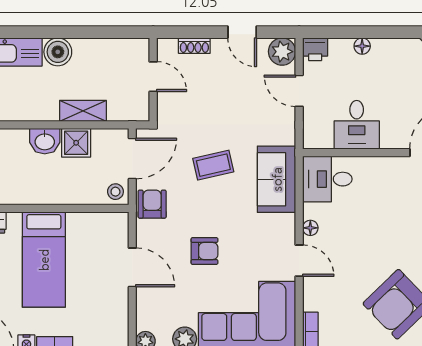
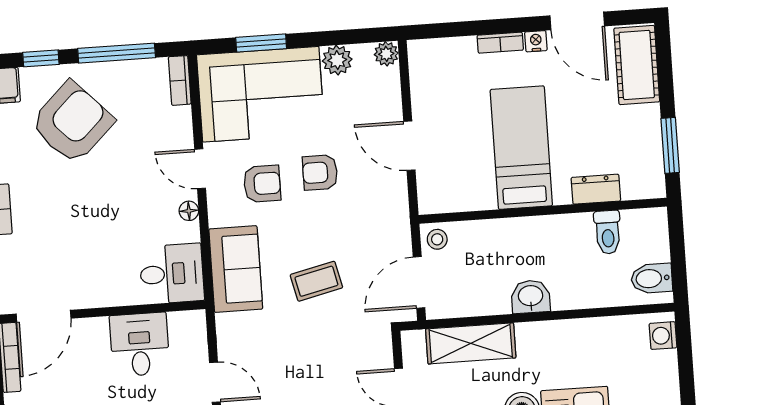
shelving: (83, 111) -> (471, 343), width x1.50, depth x1.33
shower: (76, 143) -> (491, 297), removed
armchair: (152, 204) -> (262, 184), moved, turned -90

